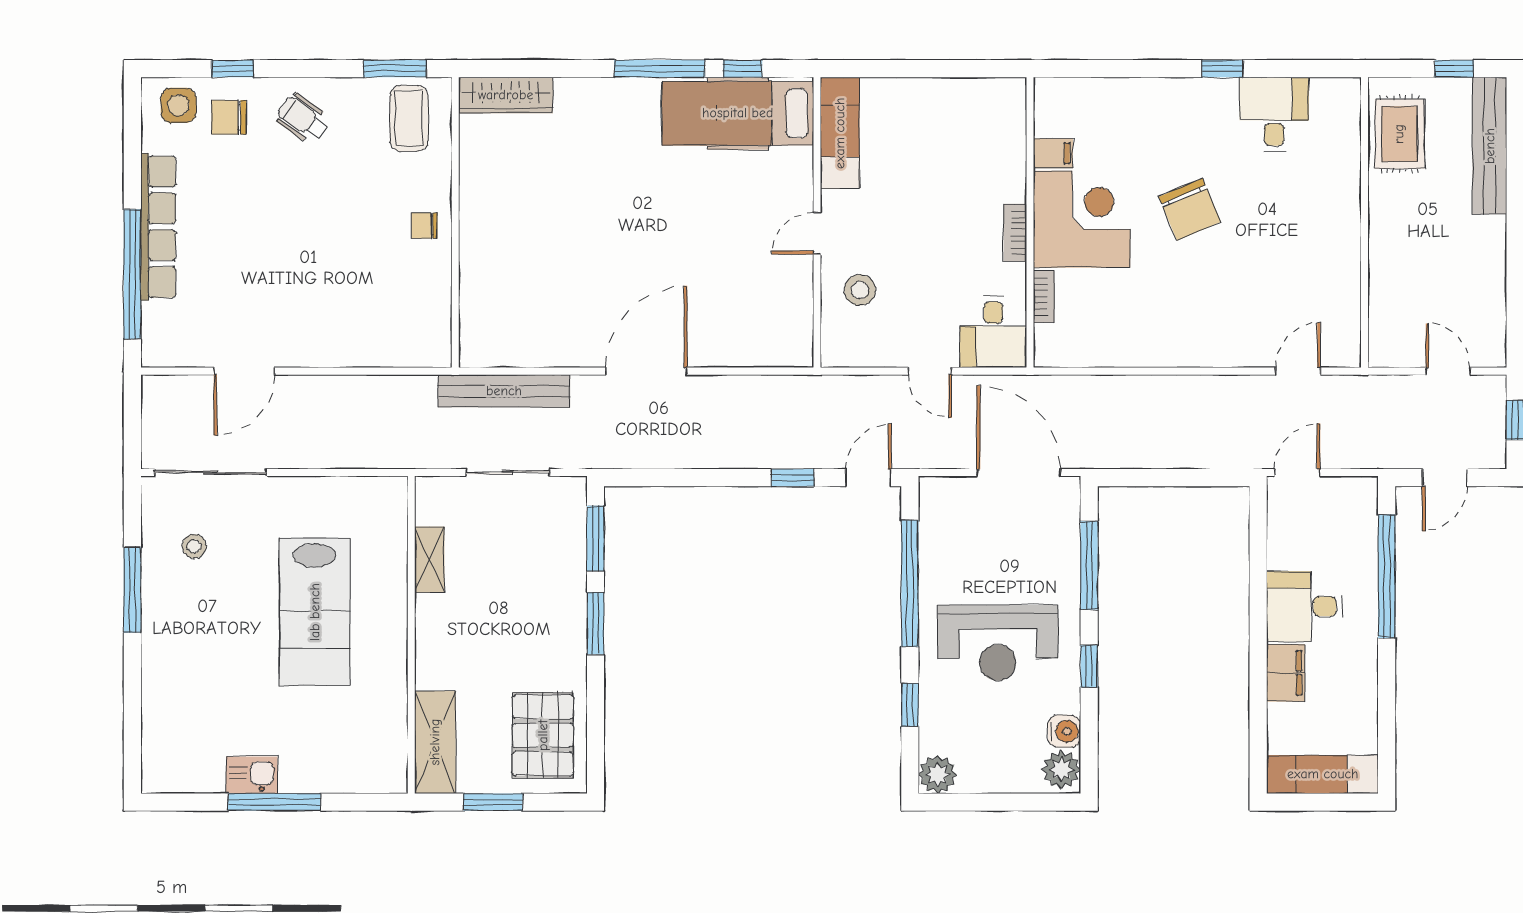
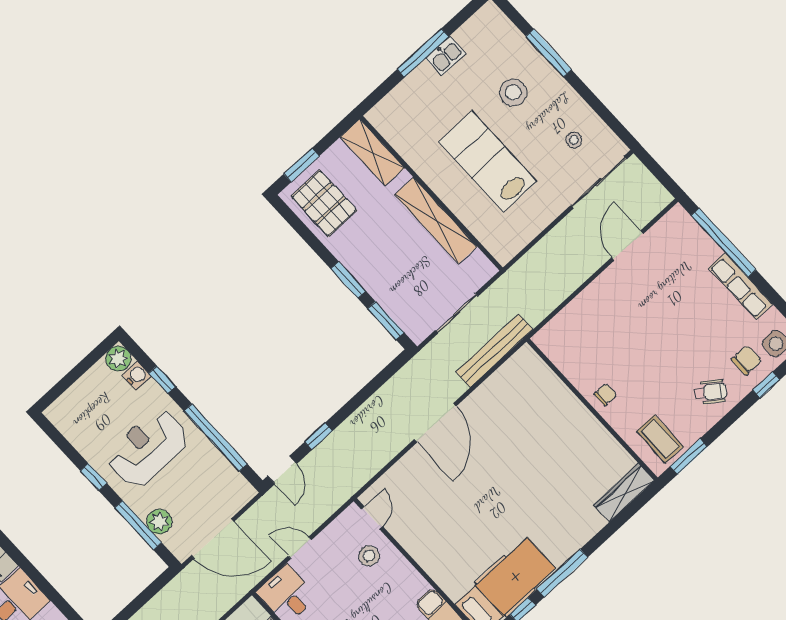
row of seats: (158, 227) -> (741, 286), width x0.73
door: (817, 233) -> (372, 518), moved
shelving: (429, 560) -> (436, 220), width x2.20, depth x1.33
window: (132, 590) -> (549, 53), moved
stool: (214, 663) -> (513, 92), added
water cooler: (1064, 731) -> (137, 376), moved, turned 180
plant: (1061, 769) -> (159, 522), moved
window: (493, 802) -> (301, 165), moved

